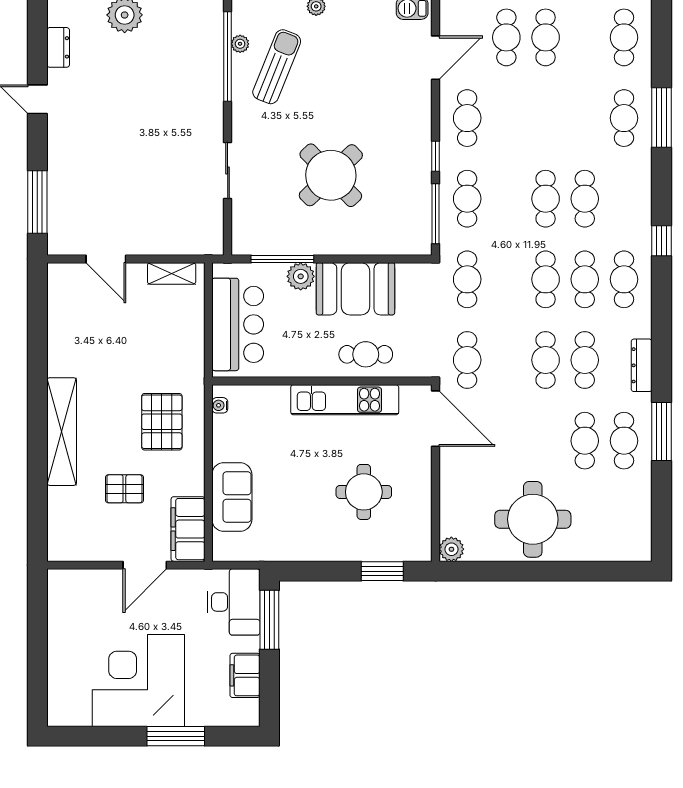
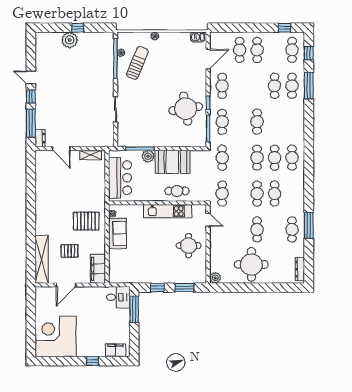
dresser: (58, 47) -> (40, 138), moved
window: (37, 142) -> (31, 96), added
round table: (331, 175) -> (186, 109), moved, turned 35
cafe table: (585, 199) -> (275, 86), moved
window: (662, 241) -> (309, 53), moved
dresser: (642, 365) -> (300, 269), moved
door: (436, 419) -> (208, 220), width x0.53
pallet: (162, 422) -> (86, 221), turned 90
shelving: (62, 432) -> (42, 259), moved
cafe table: (585, 441) -> (257, 229), moved
round table: (364, 492) -> (189, 246), moved
sofa: (232, 497) -> (117, 233), moved
door: (145, 565) -> (66, 285), moved
window: (321, 571) -> (157, 288), added
desk: (234, 602) -> (118, 297), width x0.73
filing cabinet: (245, 675) -> (115, 350), moved, turned 90
corner desk: (138, 681) -> (56, 336), moved
window: (176, 736) -> (92, 361), width x0.46

